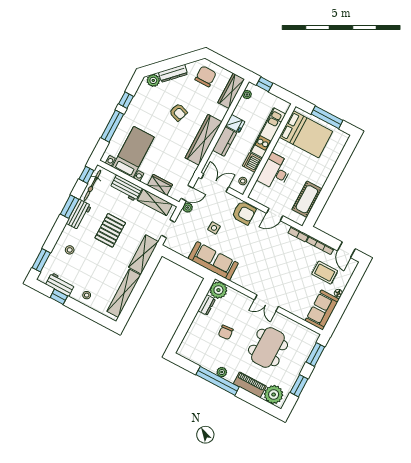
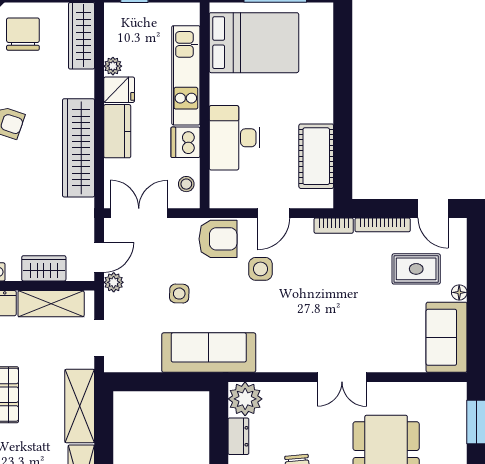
plant: (247, 94) -> (113, 66), moved
side table: (256, 236) -> (260, 269), added

